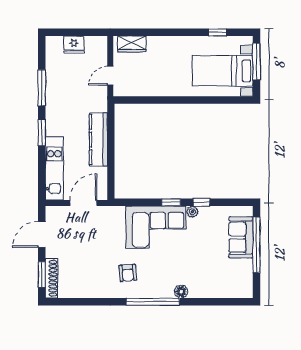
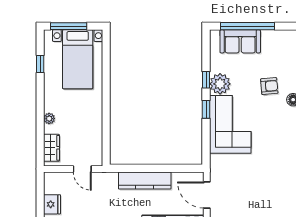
plant: (162, 42) -> (49, 119), added
plant: (192, 212) -> (220, 84), width x1.87, depth x1.87
armchair: (128, 273) -> (269, 86), moved

